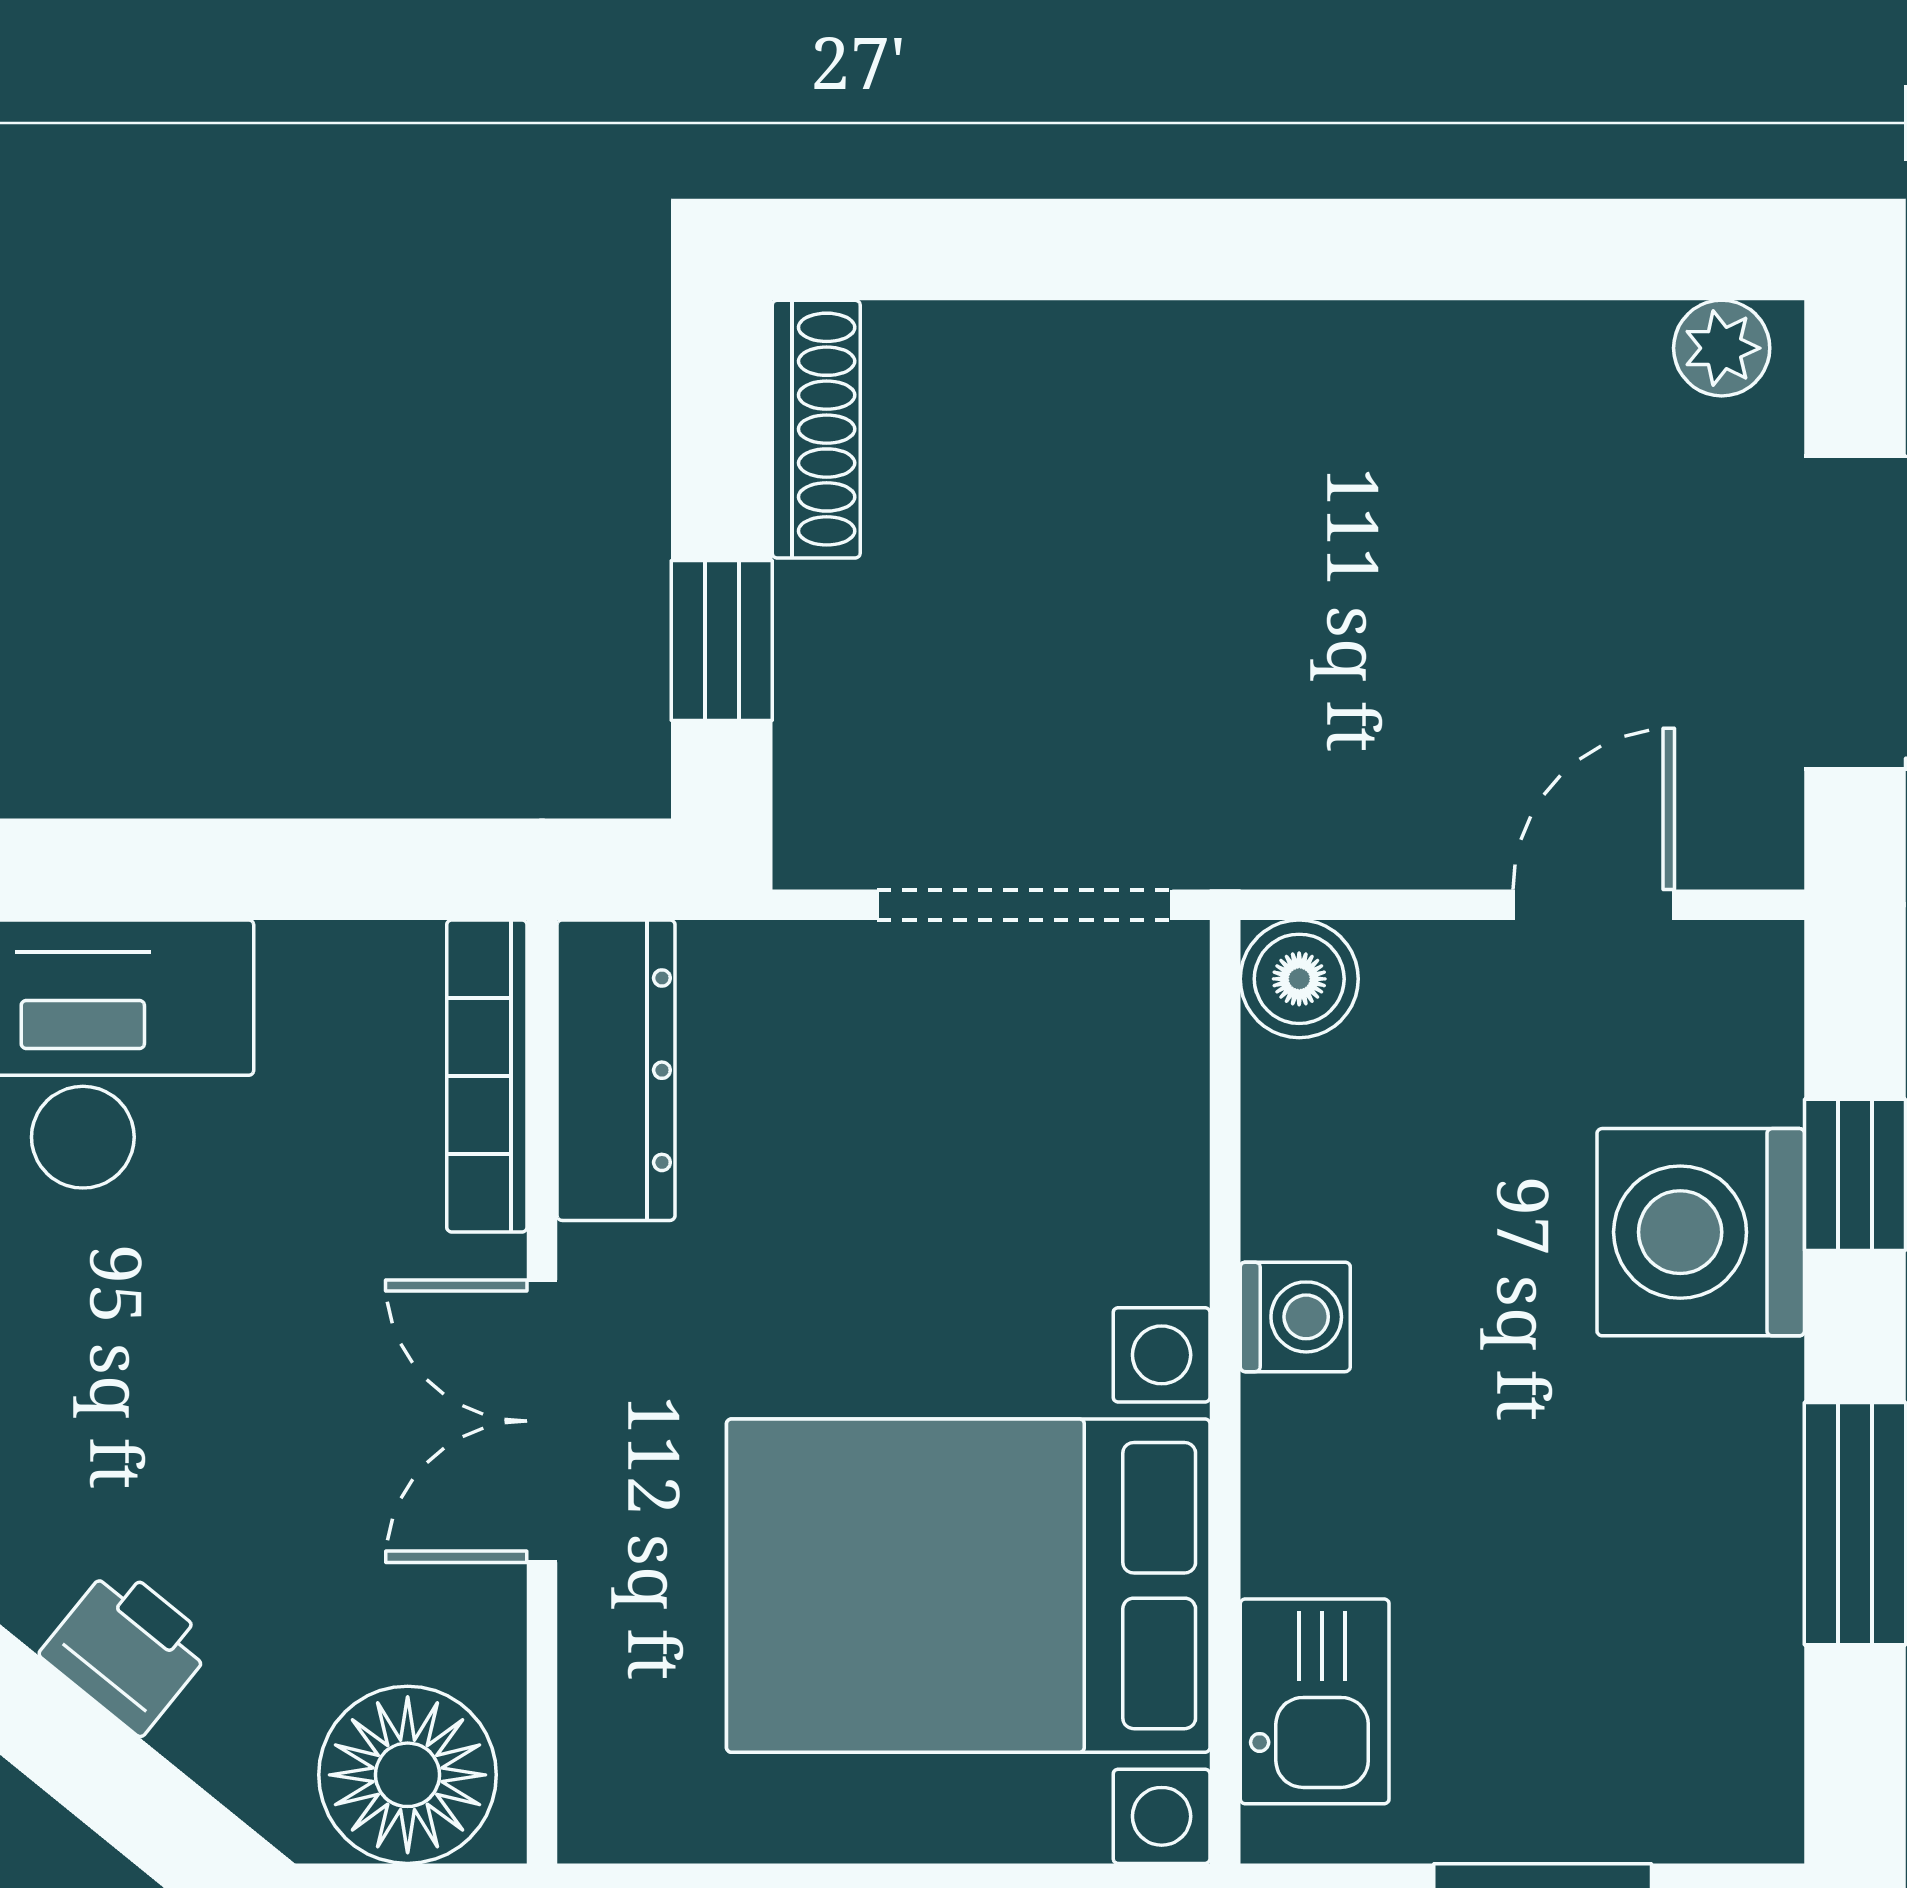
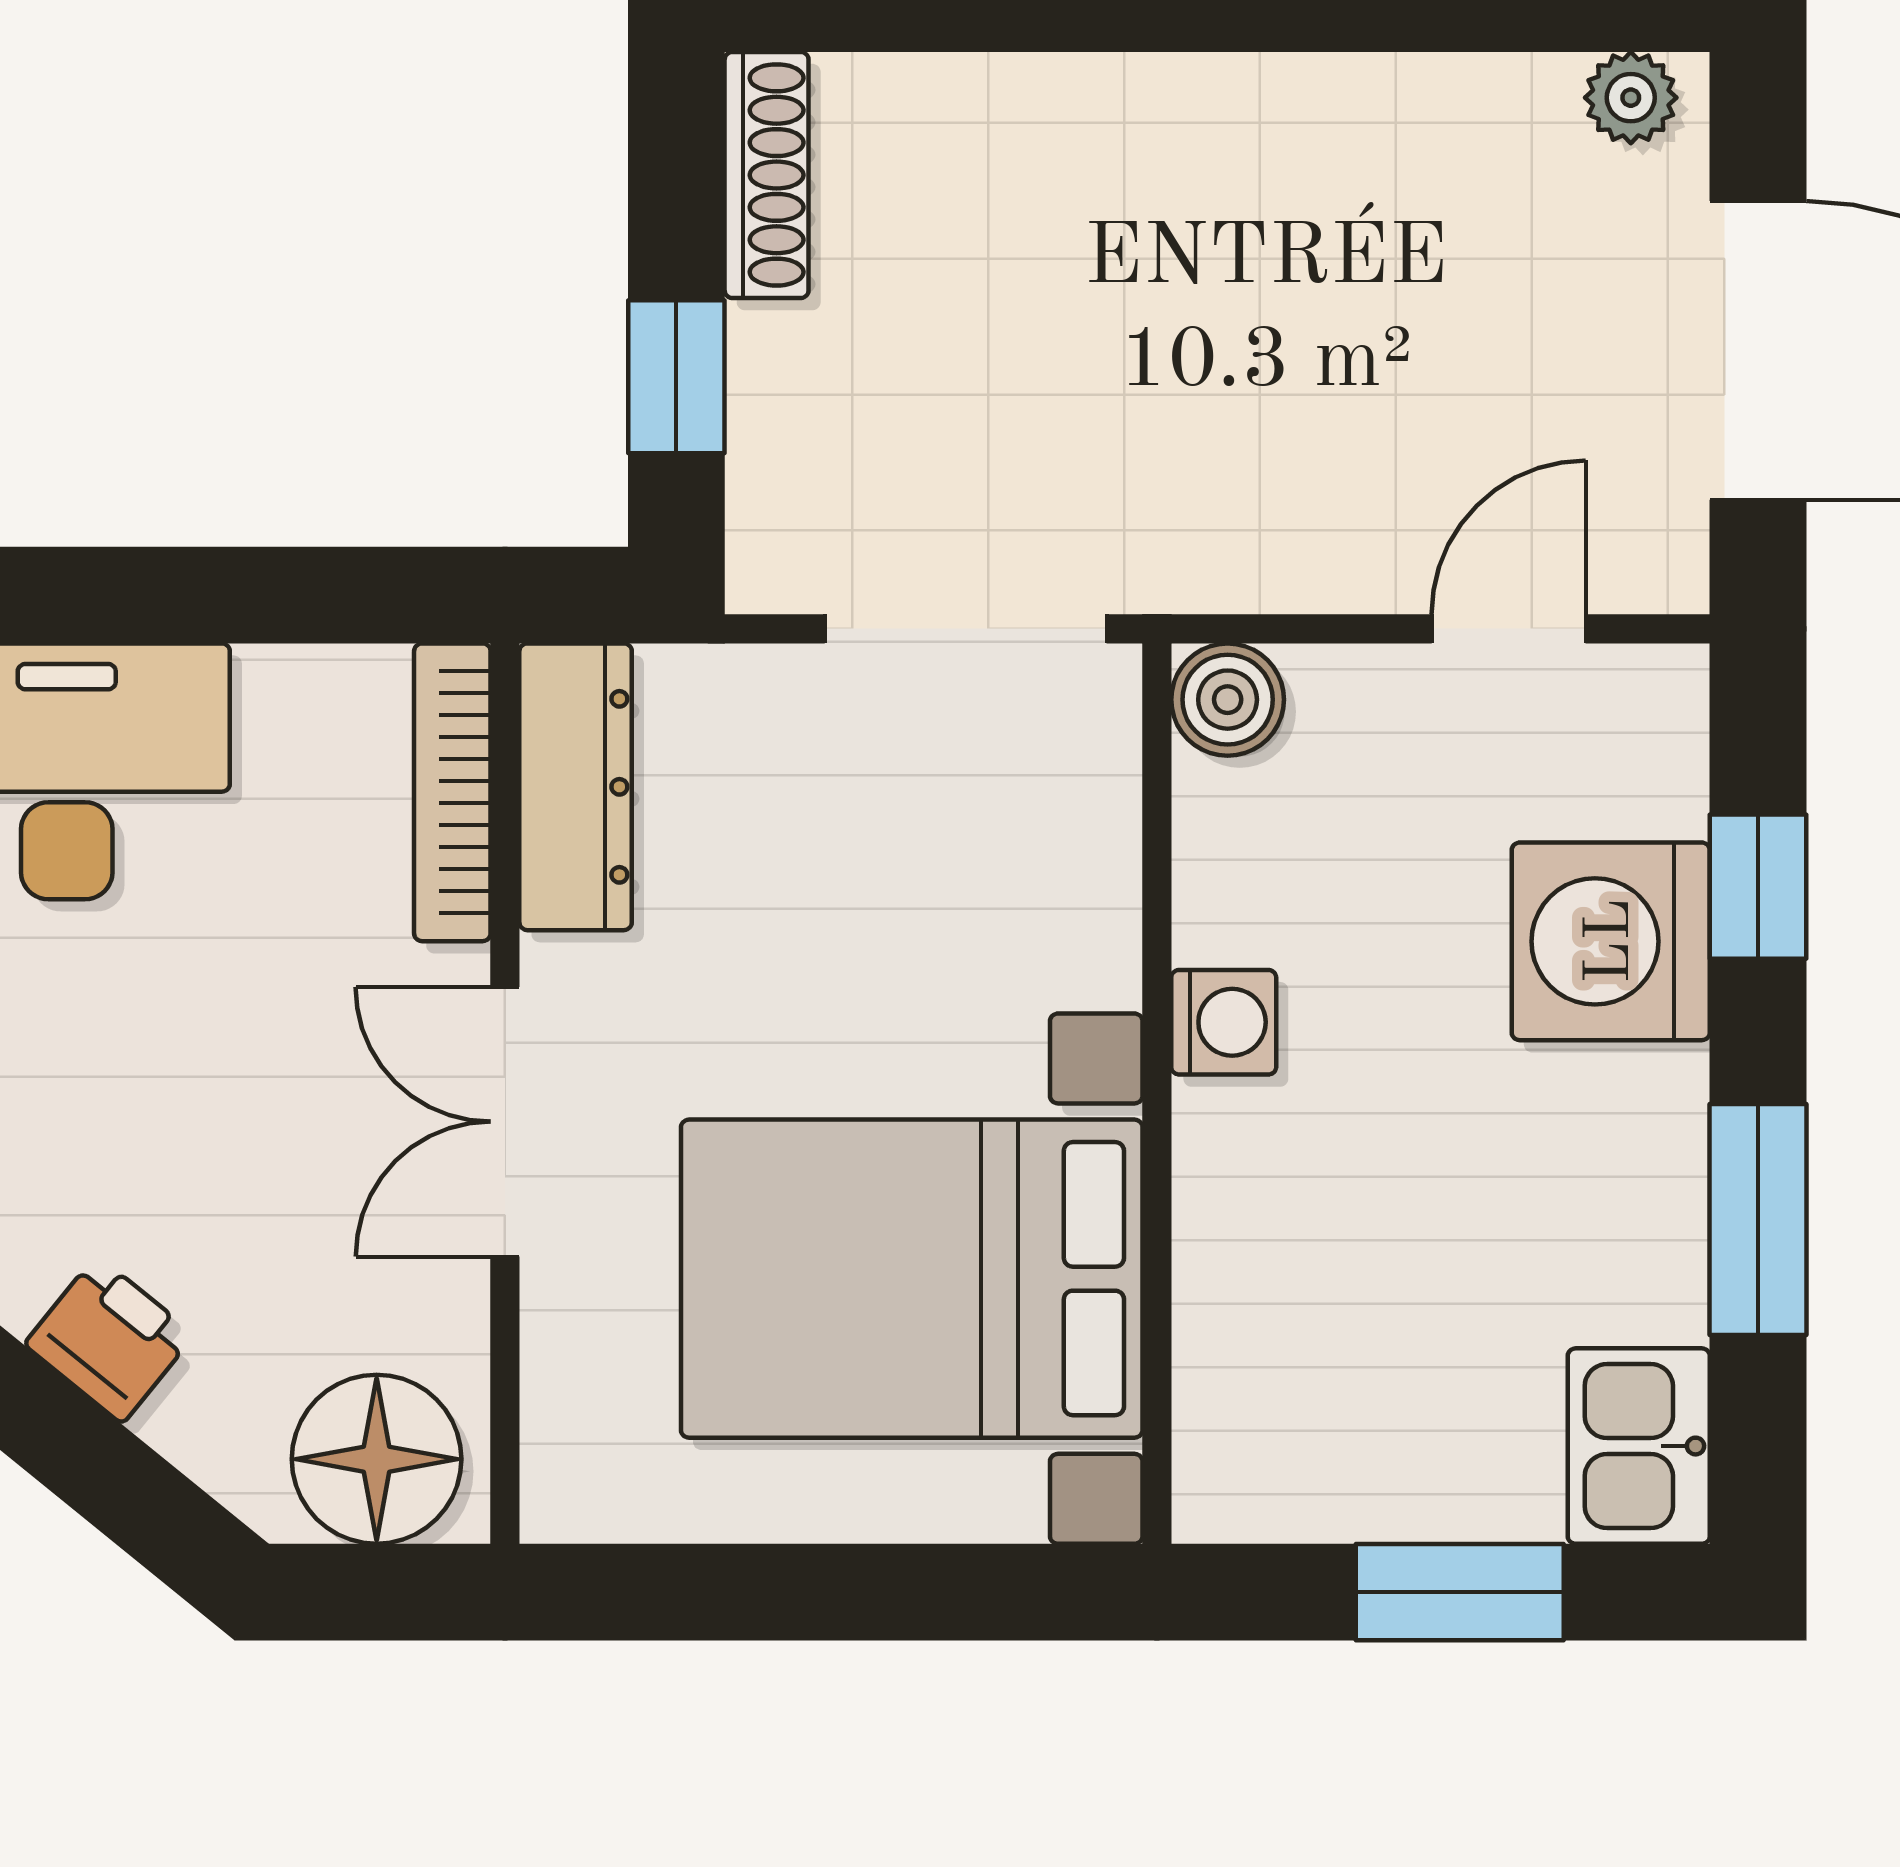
kitchen sink: (1315, 1701) -> (1639, 1446), moved, turned 180

